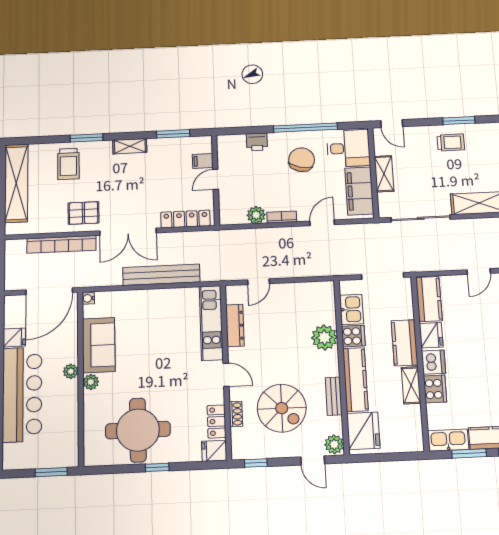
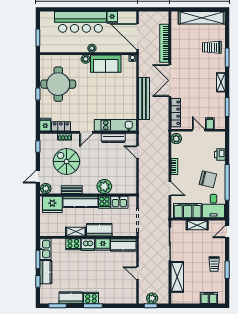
pallet: (83, 213) -> (182, 56), removed
plant: (256, 215) -> (176, 139), moved
spiral stairs: (282, 408) -> (67, 162), turned 90

